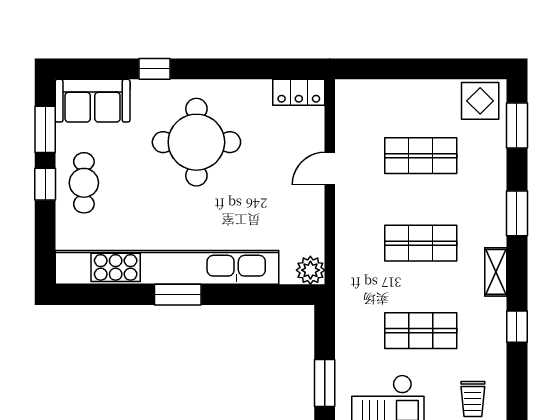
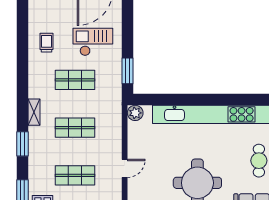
window: (178, 295) -> (208, 100), removed
window: (517, 327) -> (22, 82), removed
window: (325, 383) -> (127, 71), moved

